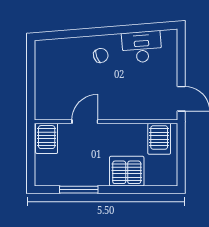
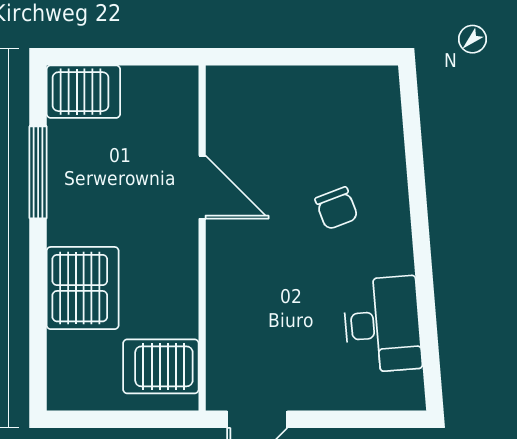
chair: (101, 55) -> (336, 208), moved
server rack: (47, 138) -> (83, 92), moved, turned 180

